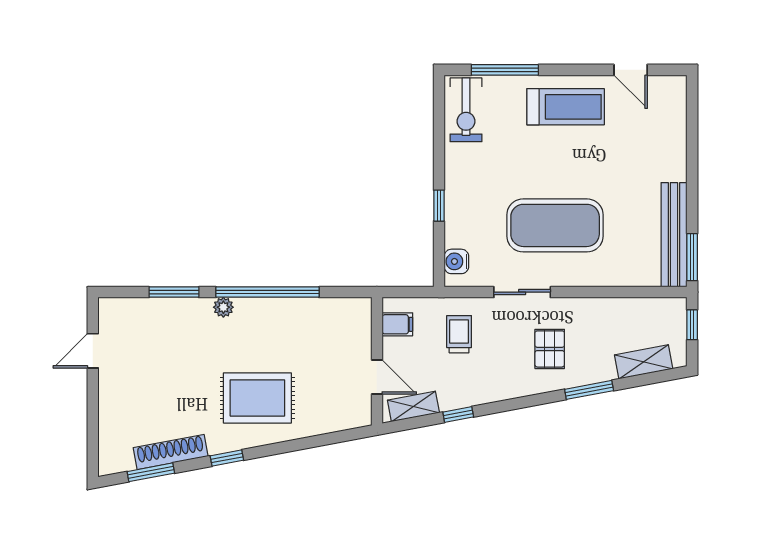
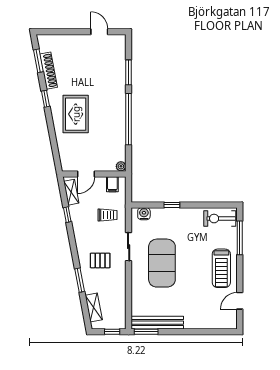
plant: (223, 307) -> (121, 166), moved

